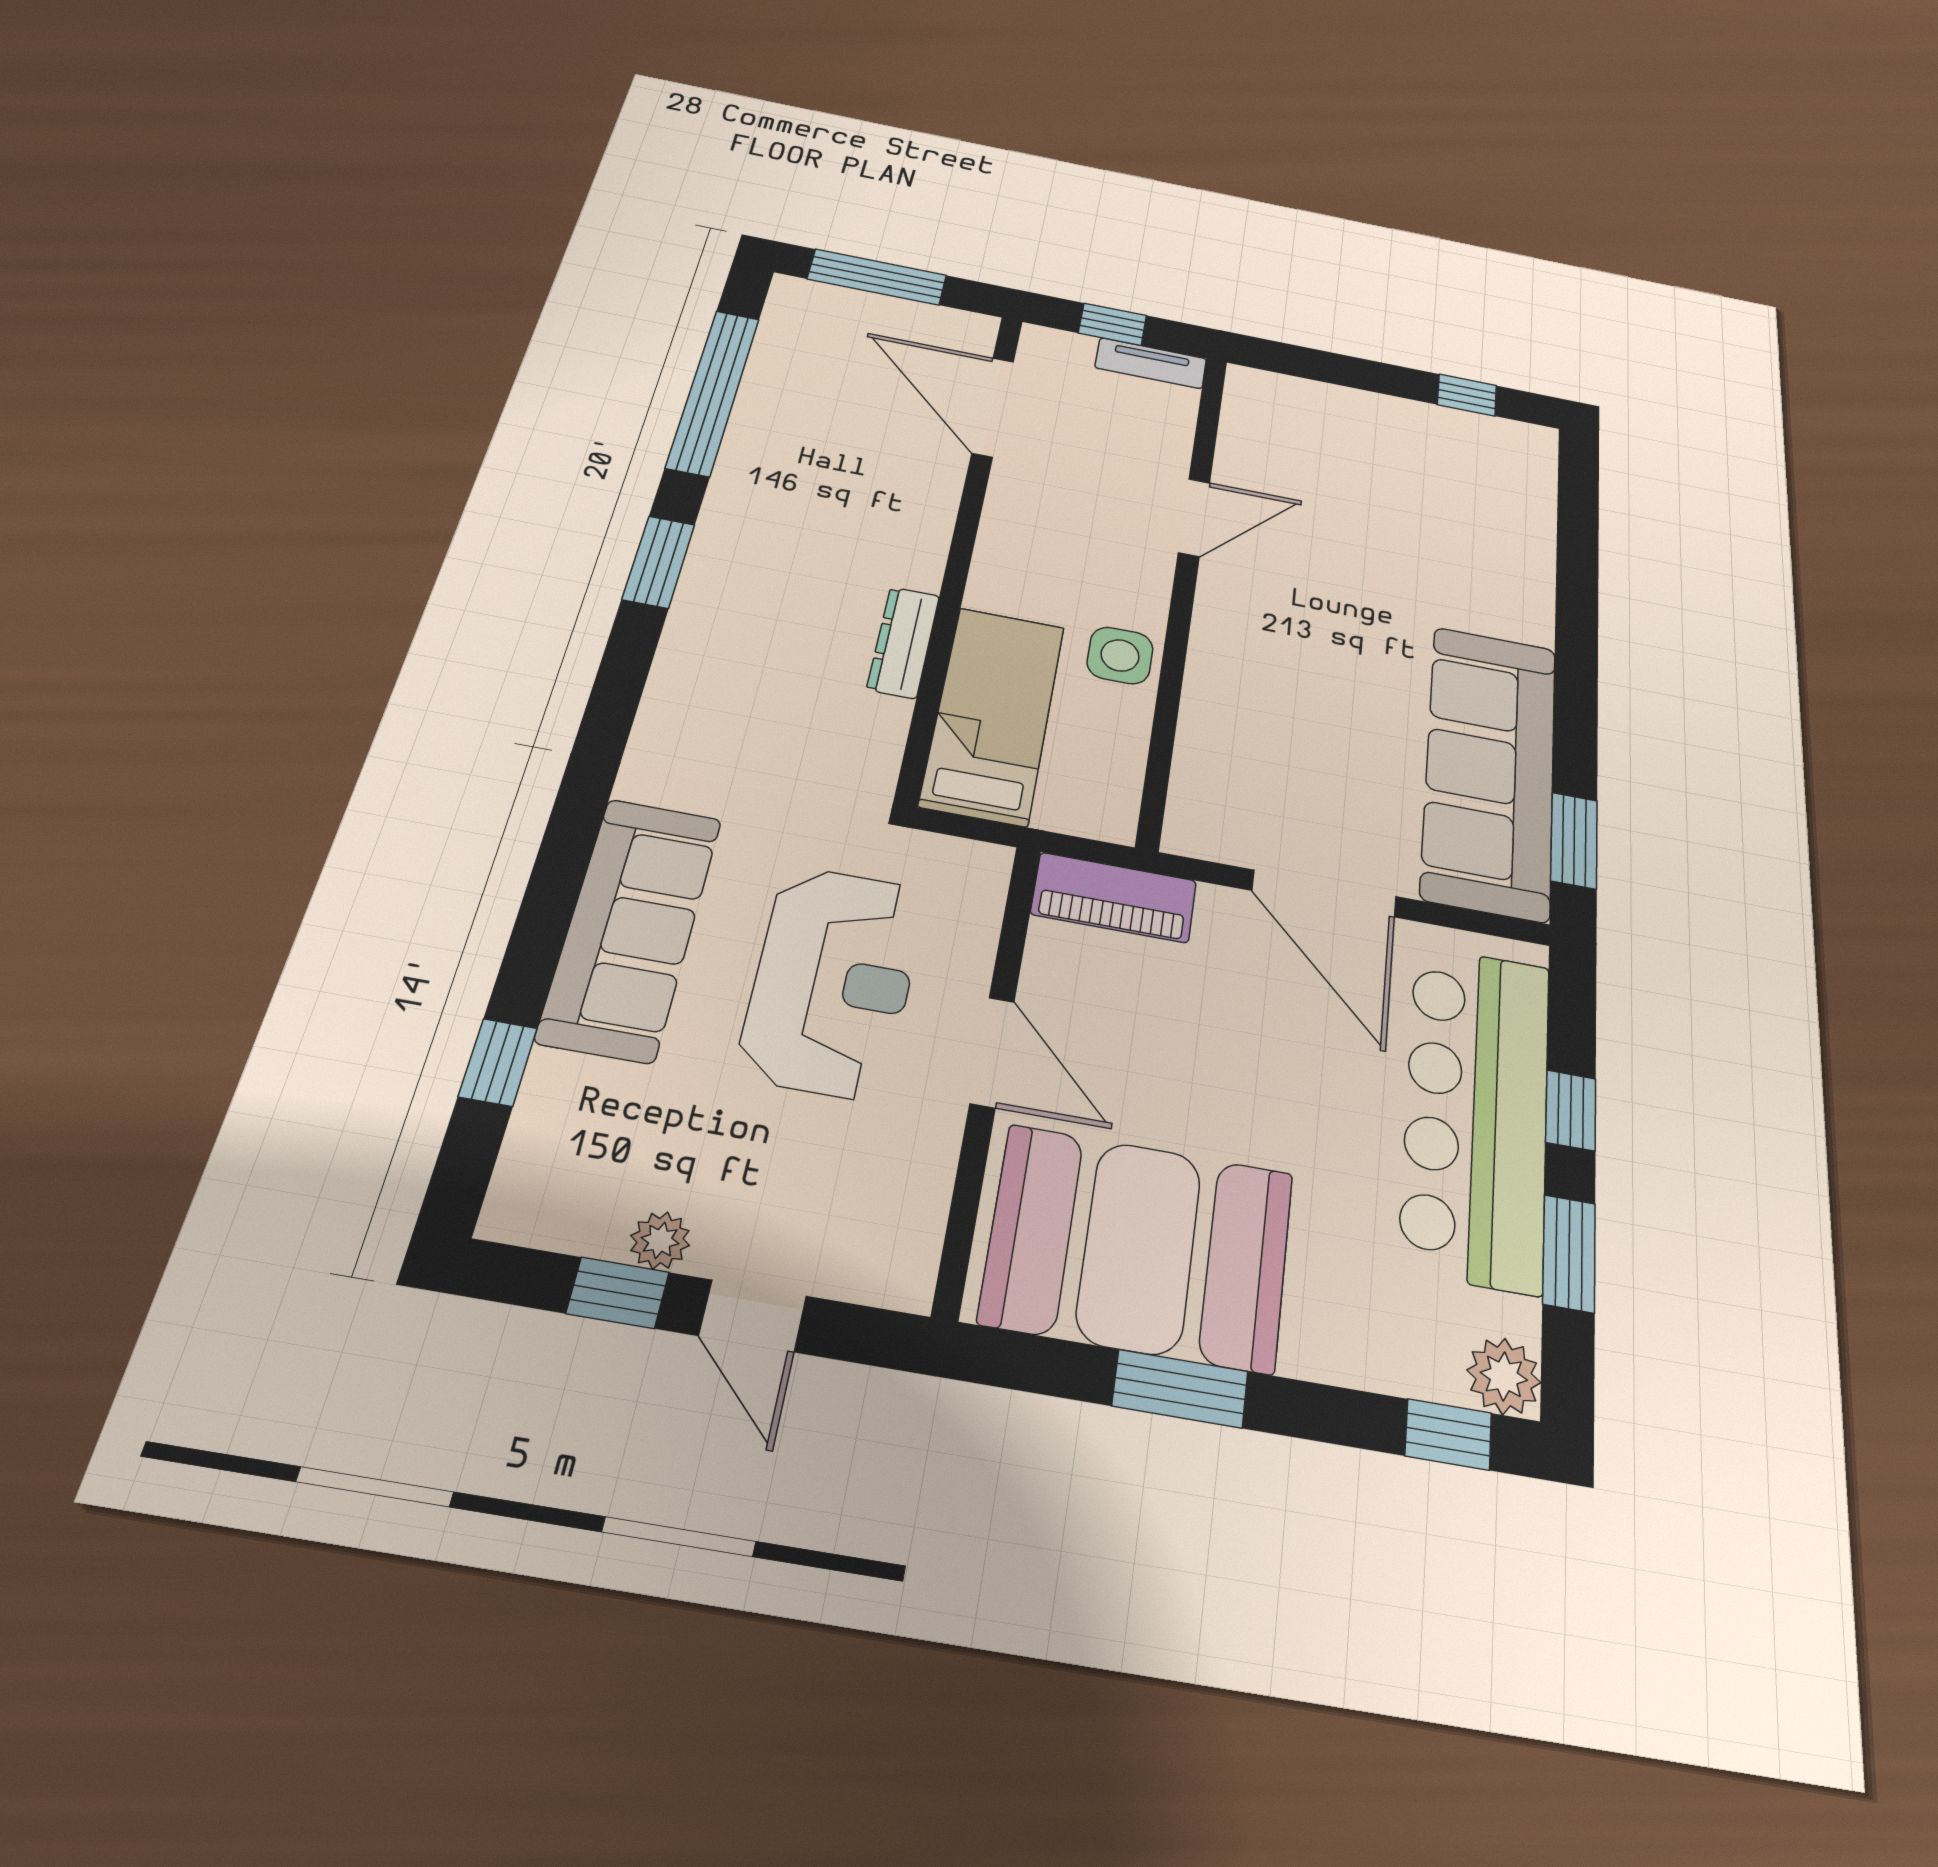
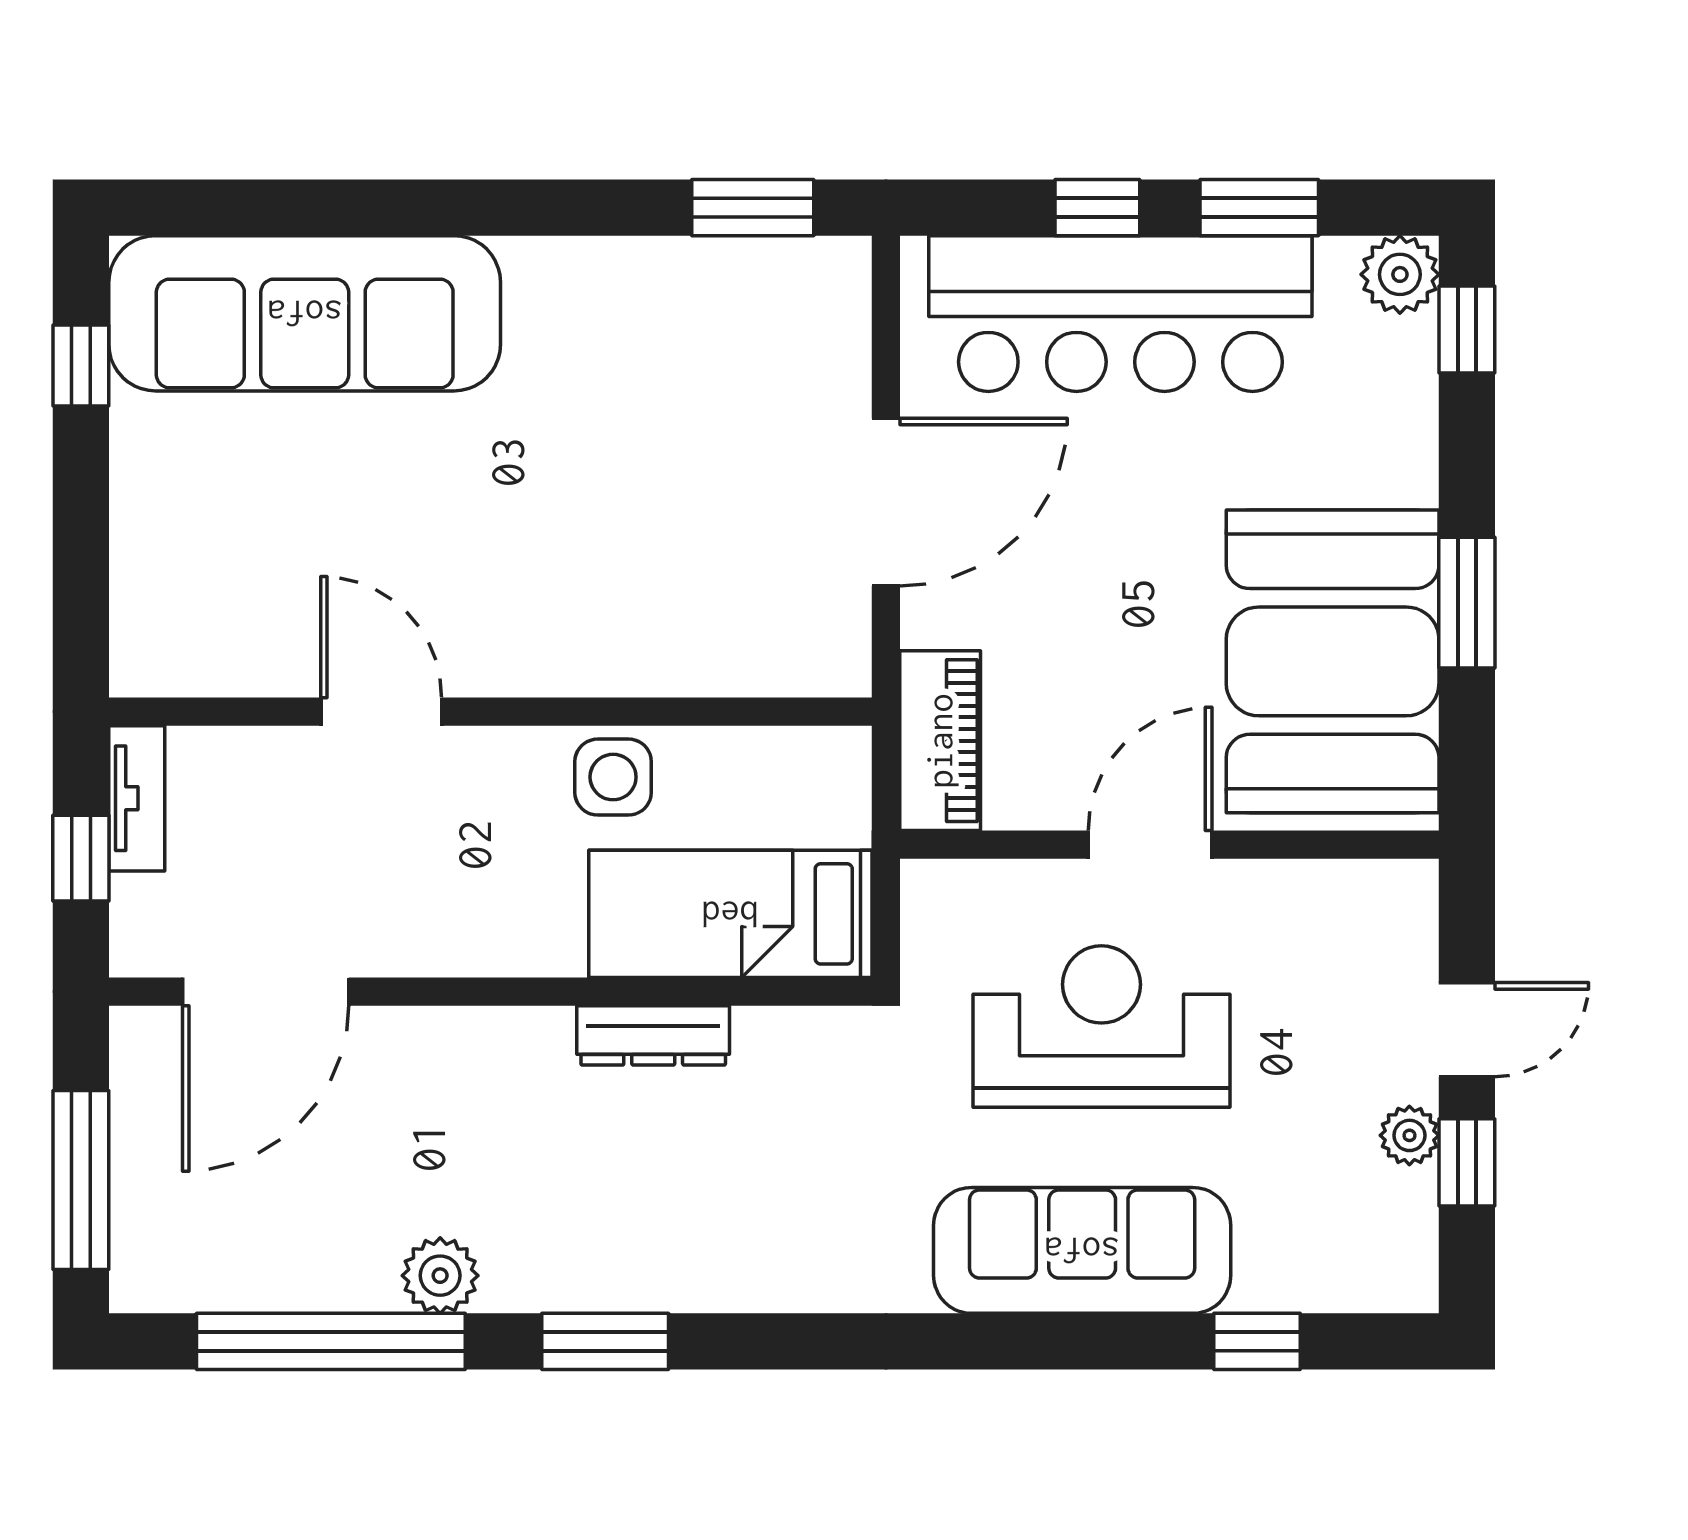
plant: (745, 467) -> (440, 1276), added
sofa: (1490, 770) -> (305, 313), moved

